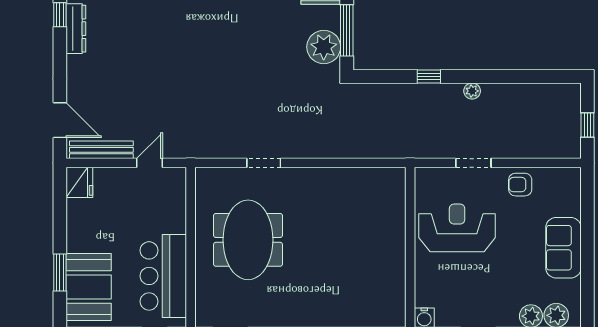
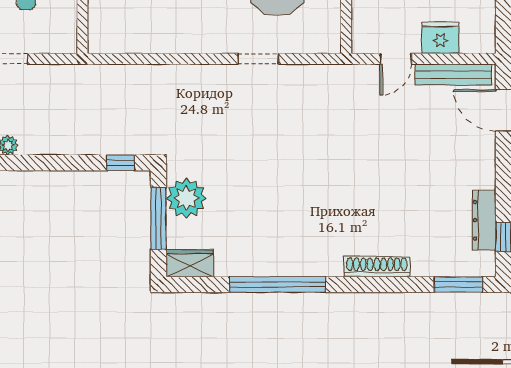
window: (429, 76) -> (121, 163), moved
fridge: (79, 182) -> (440, 38), moved, turned 90

